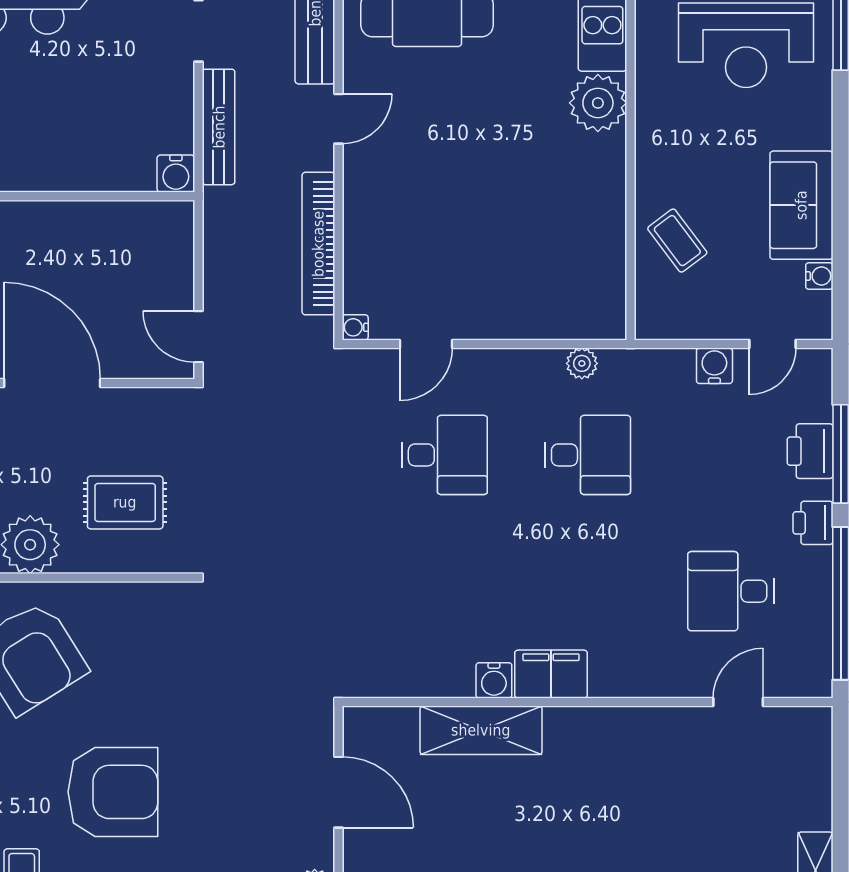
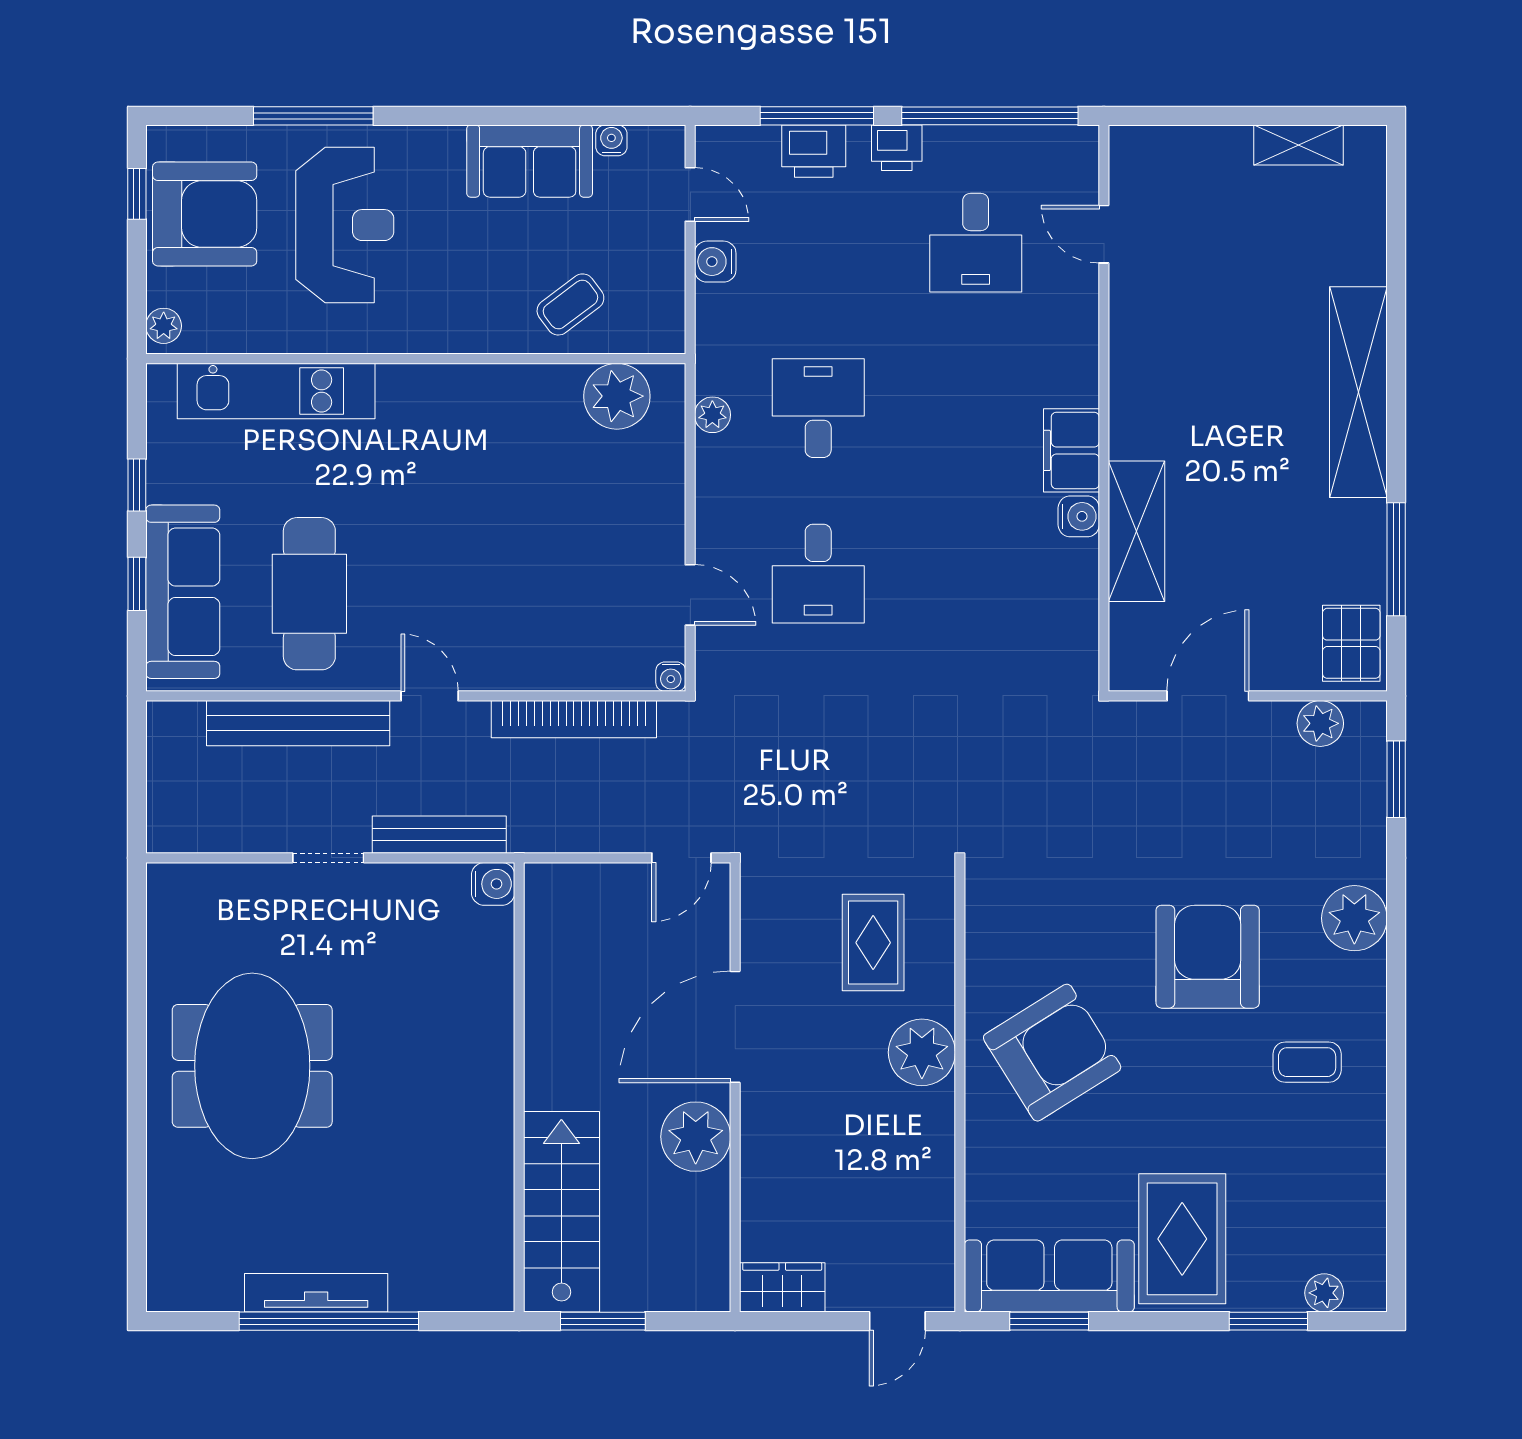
plant: (598, 103) -> (617, 396), moved
desk: (444, 455) -> (818, 574), turned 180

